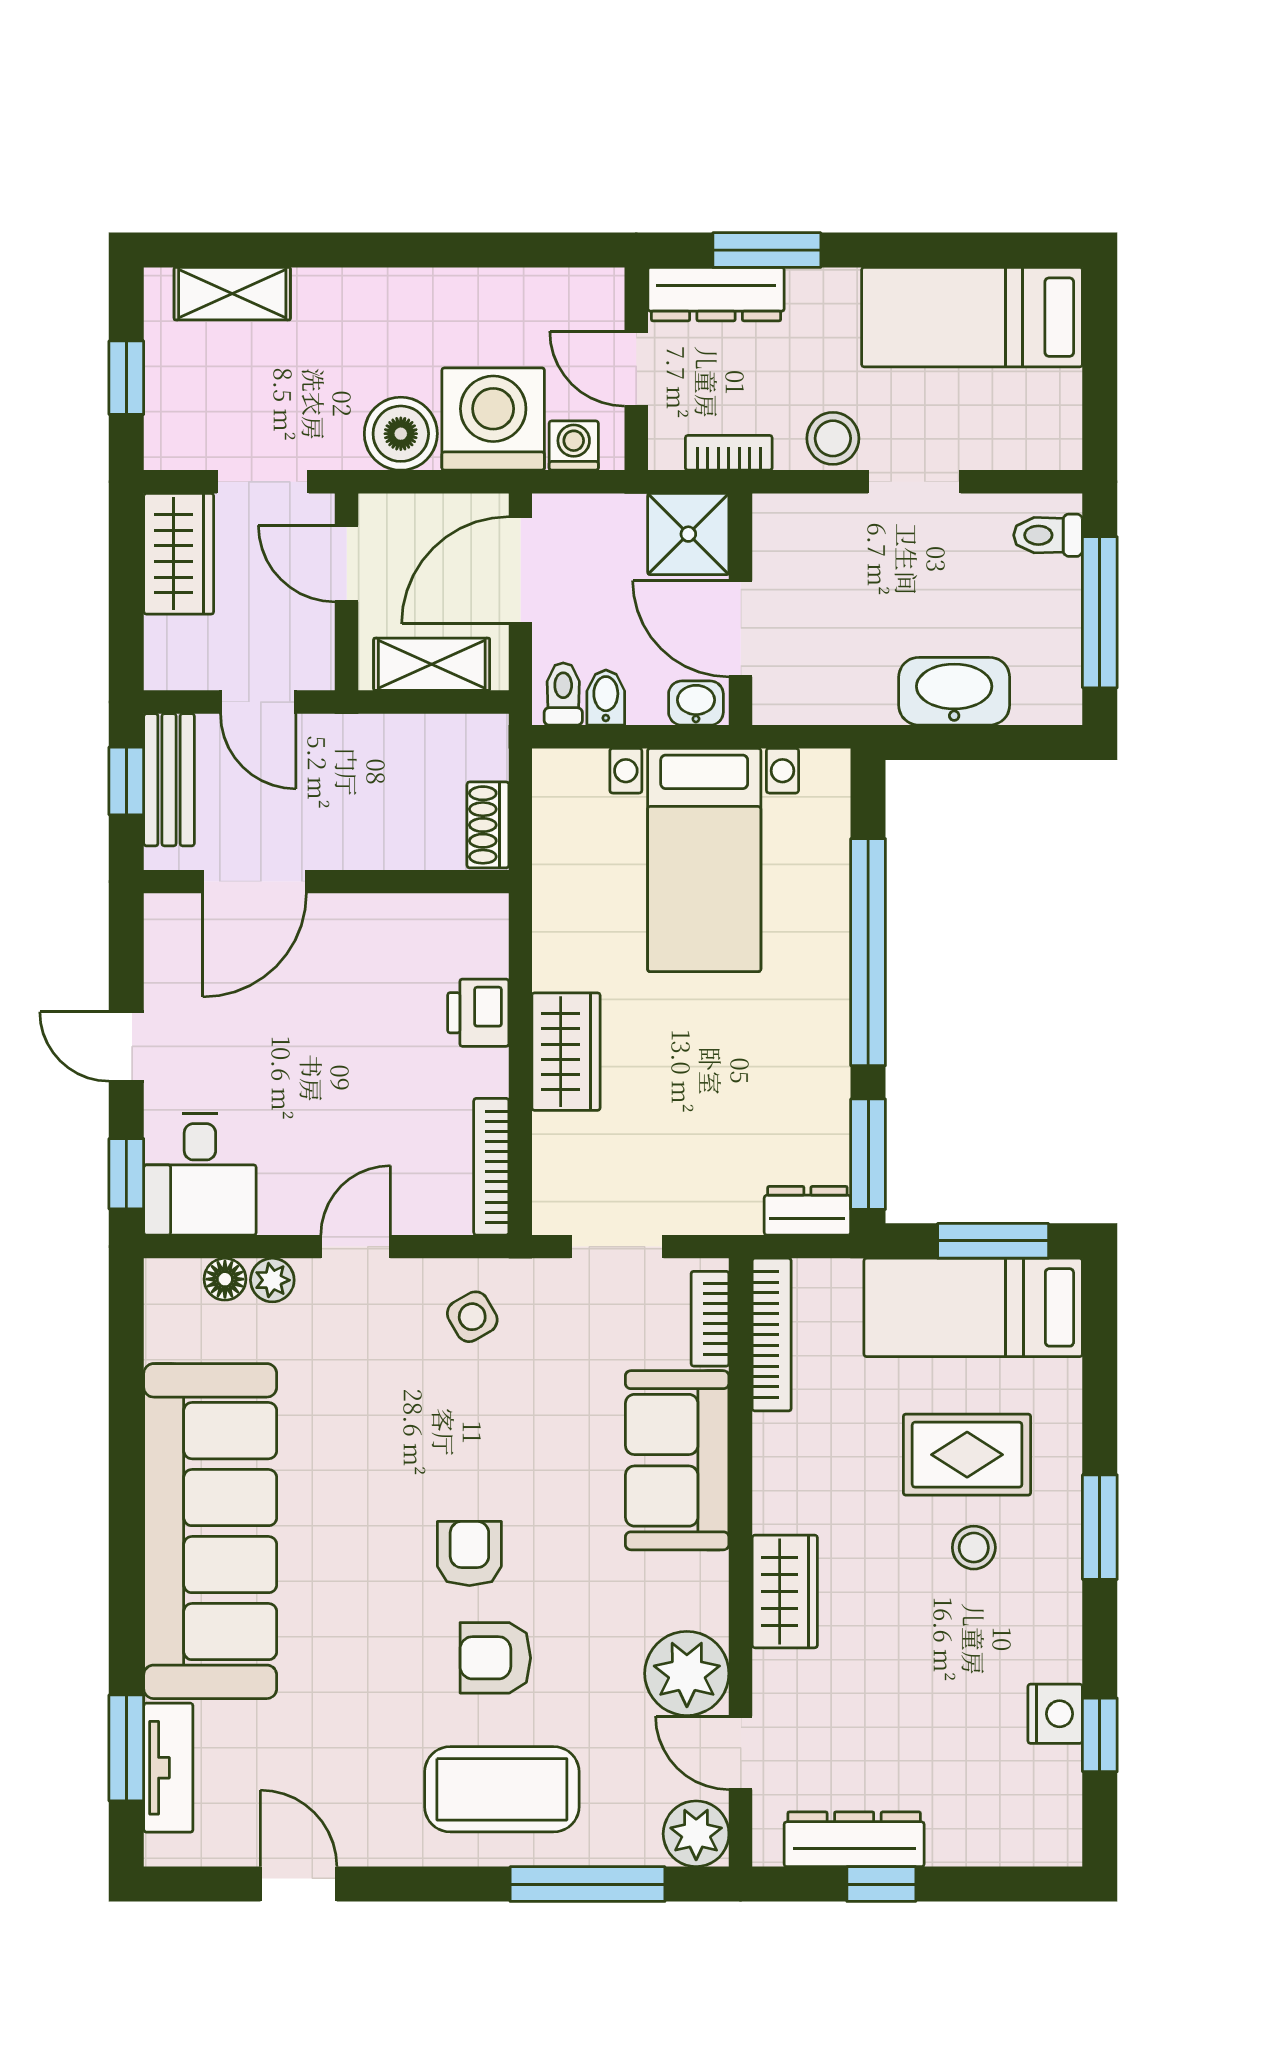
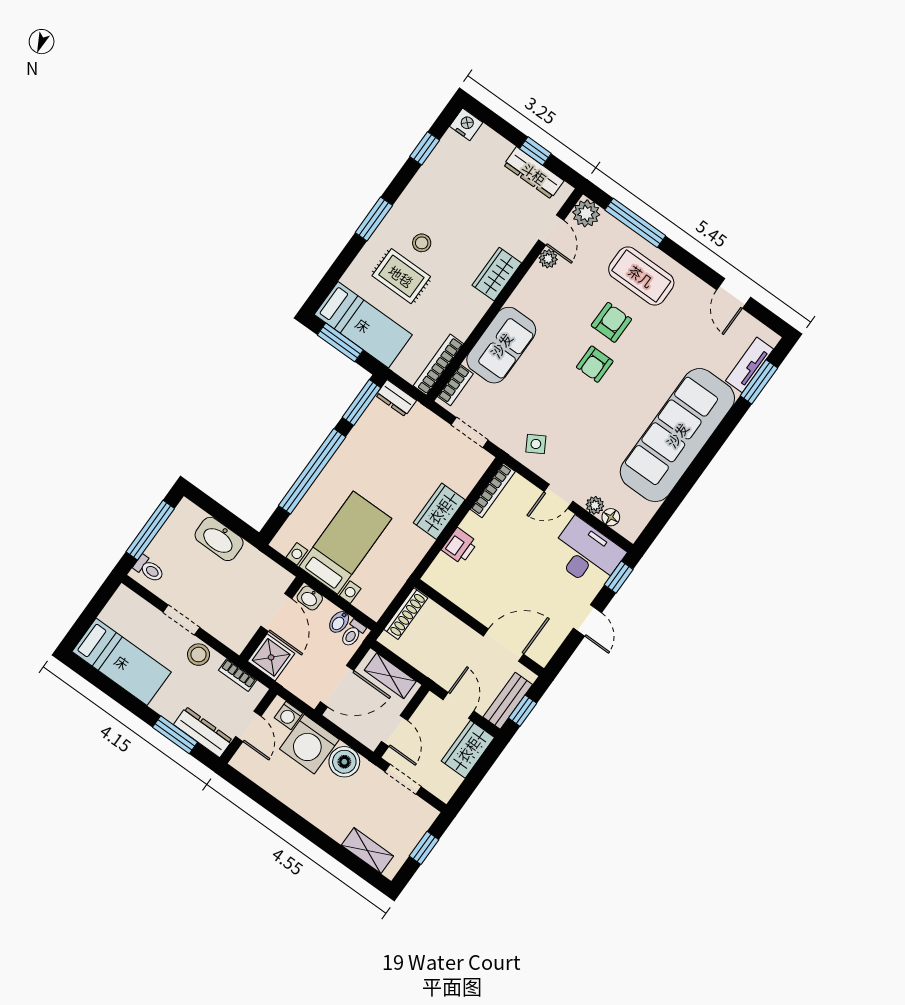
wardrobe: (179, 554) -> (468, 749), moved
shoe rack: (488, 825) -> (406, 614), width x1.43
desk: (200, 1175) -> (587, 554), width x1.37
armchair: (495, 1658) -> (611, 322), turned -90
plant: (687, 1673) -> (548, 259), width x0.53, depth x0.53
nightstand: (1055, 1714) -> (466, 124), moved, turned 90

